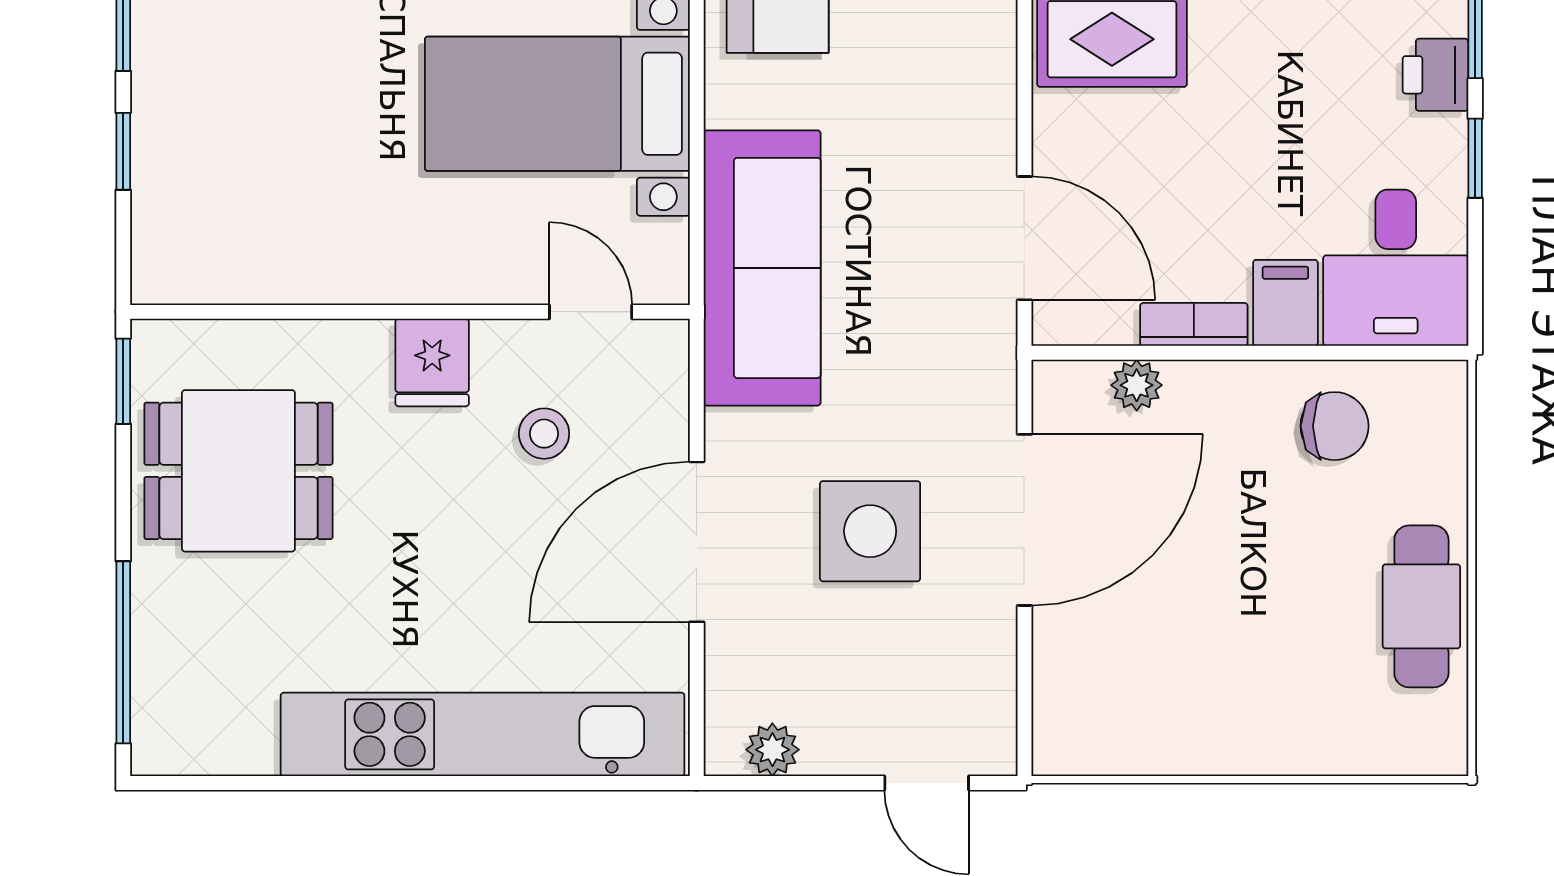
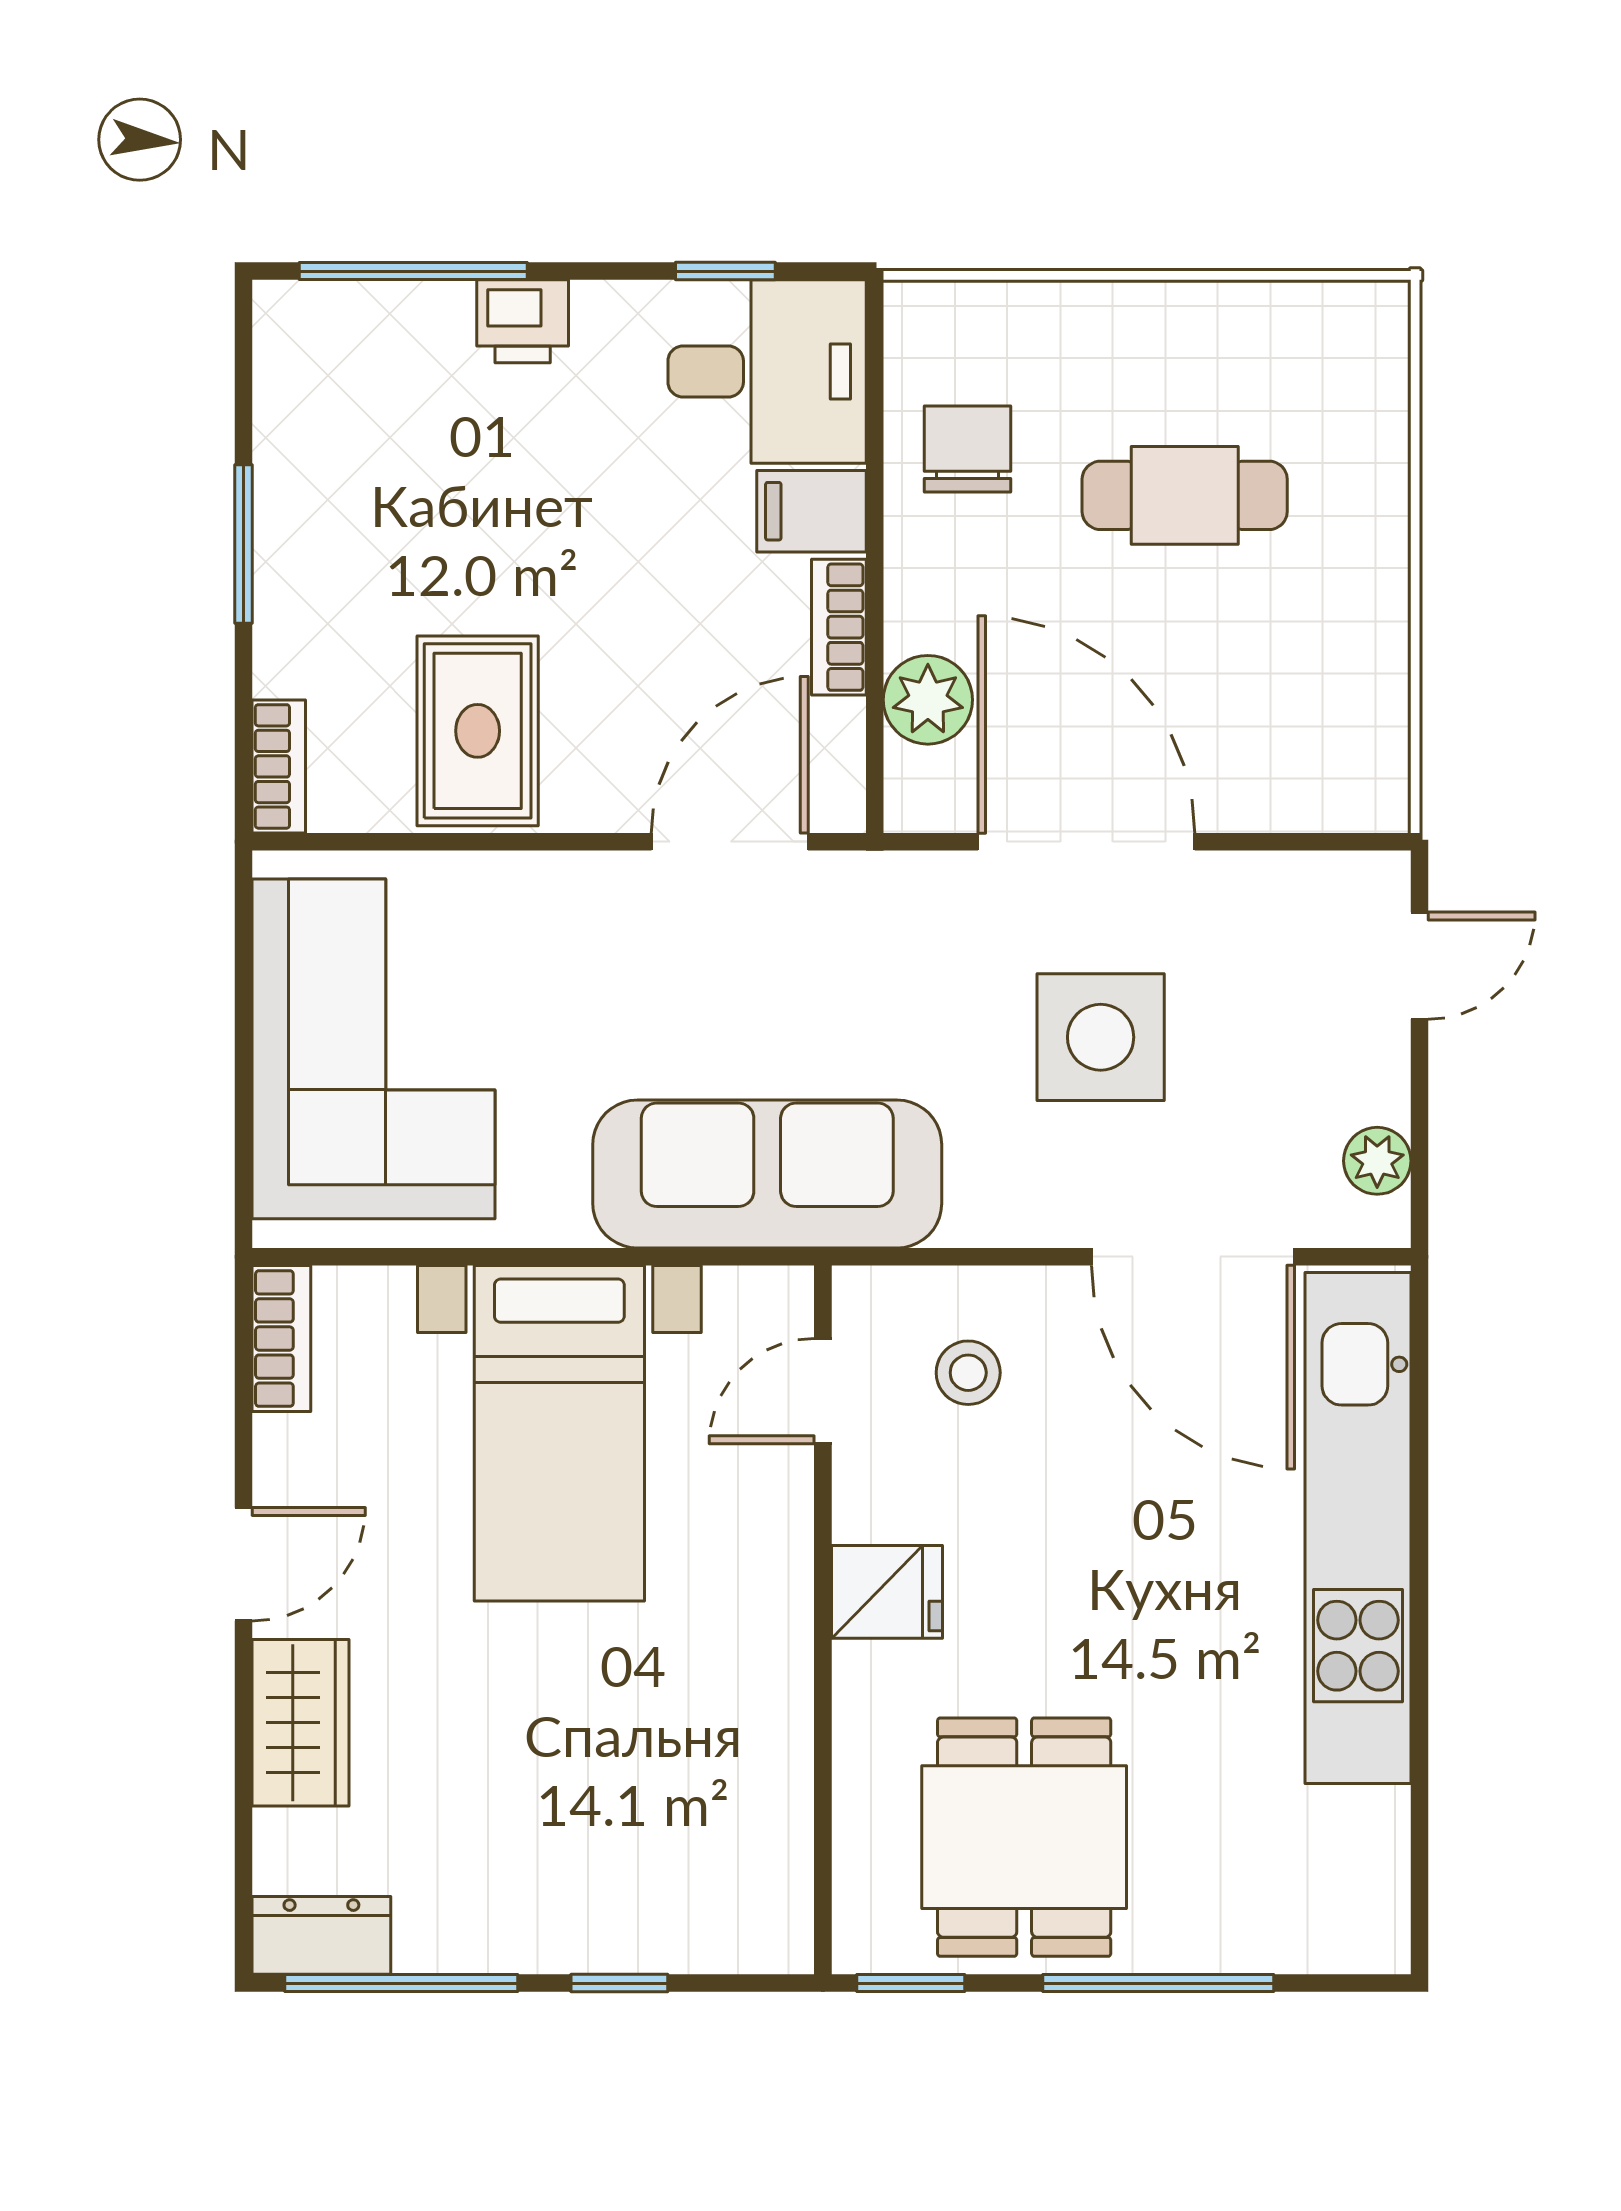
window: (1475, 158) -> (725, 271), moved
plant: (1137, 385) -> (928, 700), width x1.38, depth x1.38
stool: (544, 434) -> (968, 1373), moved
door: (697, 542) -> (1193, 1257), moved
cafe table: (1421, 606) -> (1185, 495), moved
window: (123, 652) -> (1158, 1983), moved

